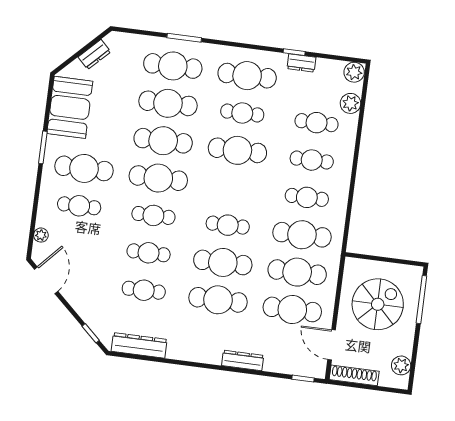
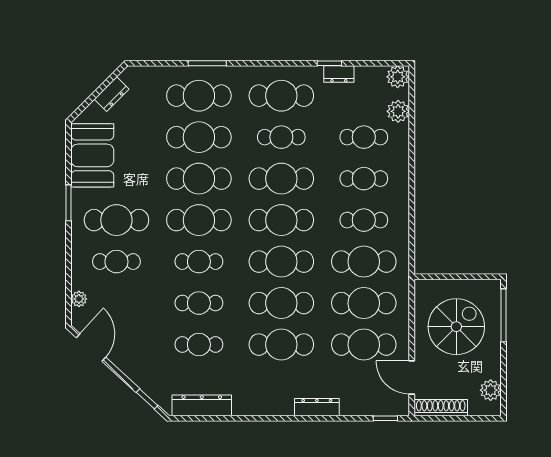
cafe table: (233, 188) -> (281, 220), added
cafe table: (228, 225) -> (281, 262), width x1.37, depth x1.35

